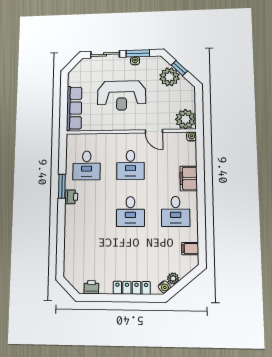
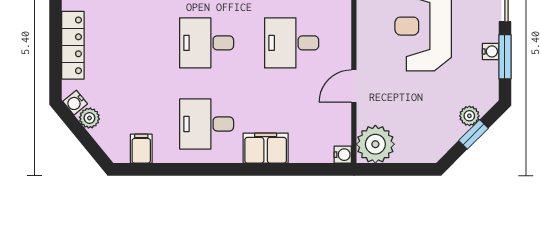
plant: (169, 77) -> (469, 116), width x0.53, depth x0.53

